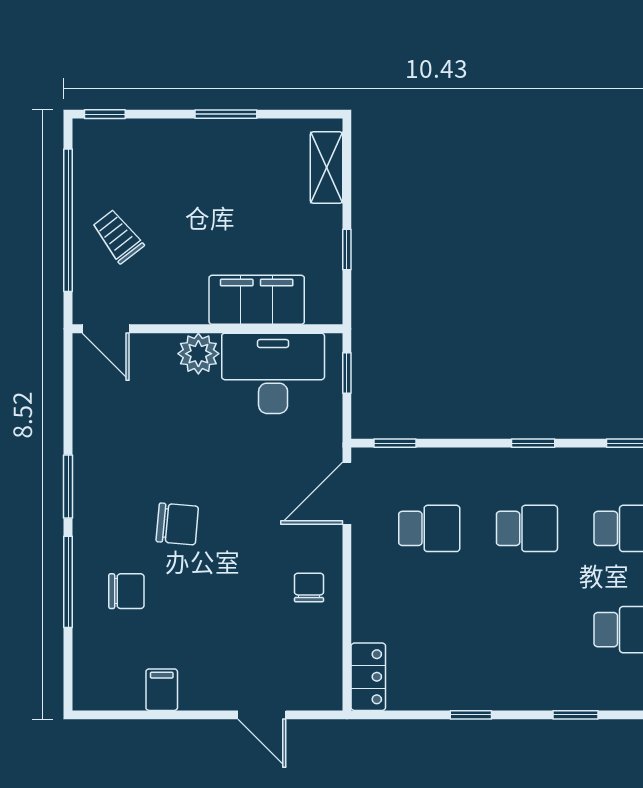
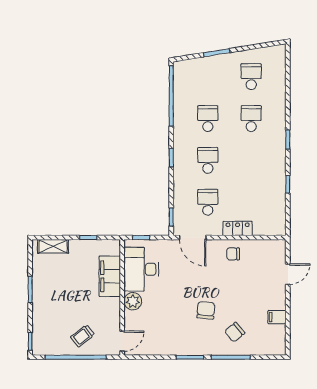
chair: (126, 591) -> (235, 332), turned -130
locker: (368, 677) -> (238, 228), moved

